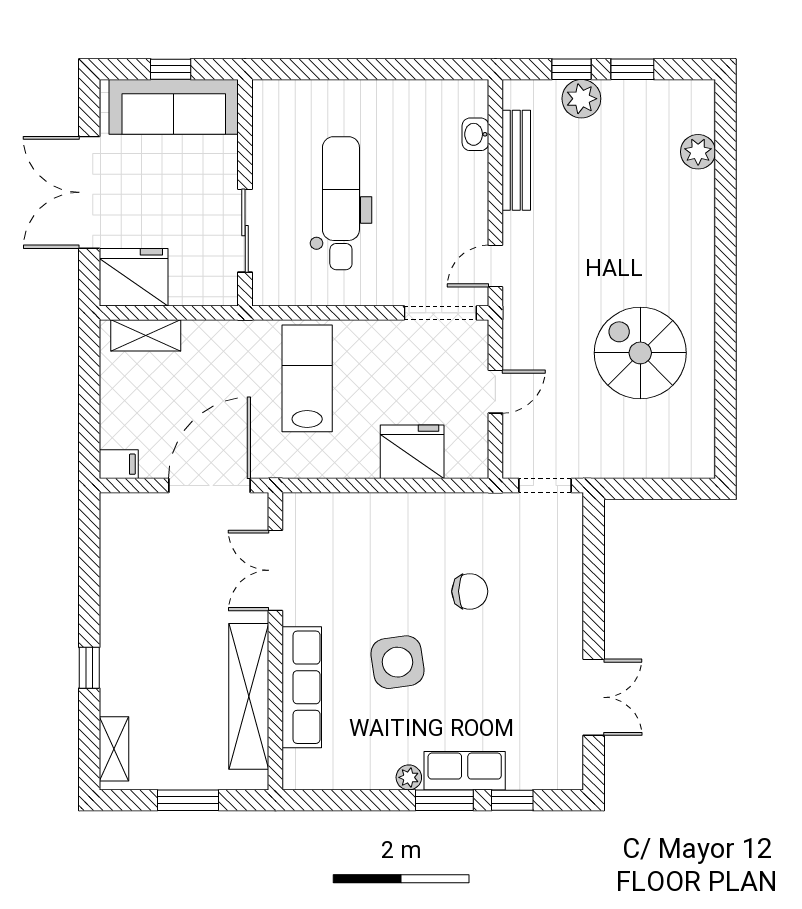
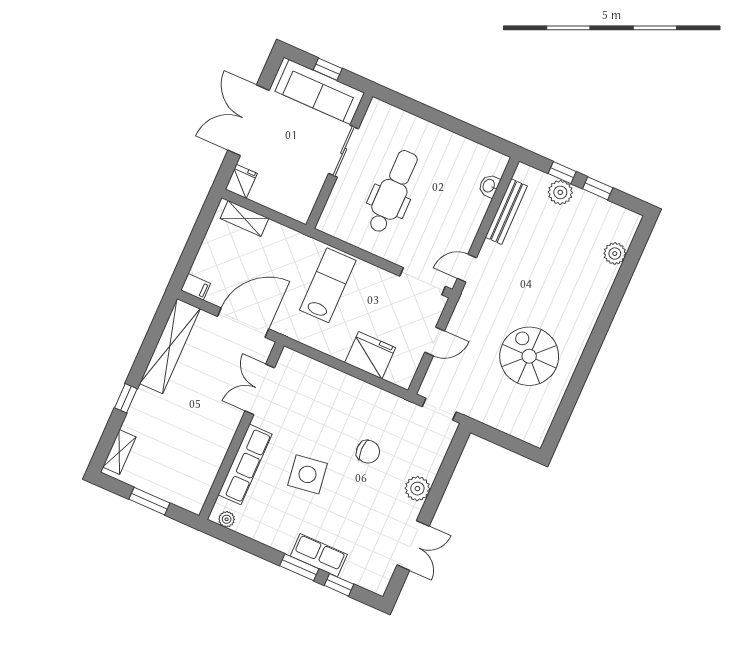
sliding door: (245, 231) -> (344, 151), moved
fridge: (134, 277) -> (241, 181), width x0.53, depth x0.75
plant: (564, 613) -> (417, 489), added
shelving: (249, 696) -> (170, 346), moved
plant: (409, 777) -> (227, 519), moved

